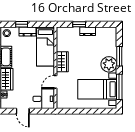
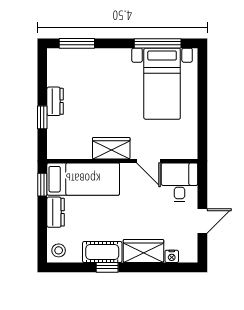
window: (22, 24) -> (42, 185), moved
window: (119, 56) -> (77, 43), moved
plant: (109, 64) -> (116, 62), removed

